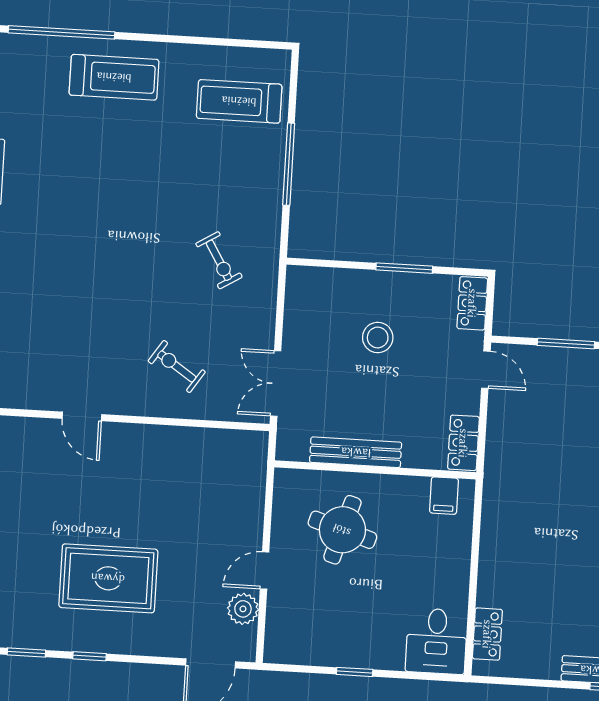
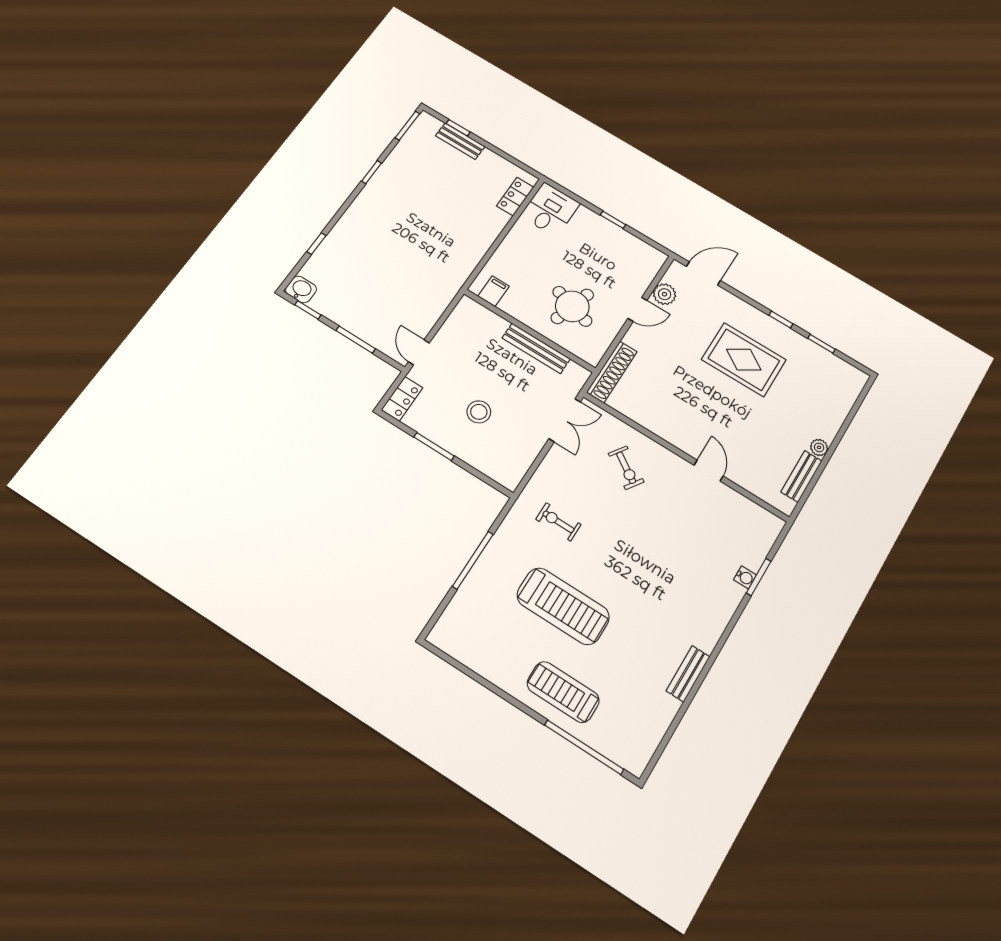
treadmill: (239, 101) -> (563, 606), moved, width x1.37, depth x1.38
exercise bike: (219, 260) -> (558, 522), turned -59
locker: (463, 443) -> (461, 316), removed
shoe rack: (253, 474) -> (612, 372), added

